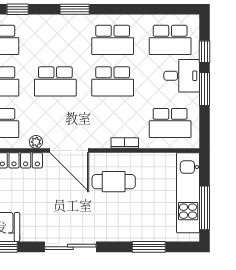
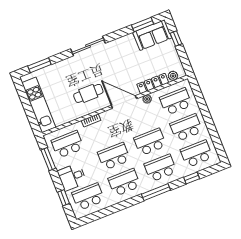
window: (75, 9) -> (156, 192), width x1.44
school desk: (55, 40) -> (160, 168), added
window: (205, 89) -> (48, 159), moved
window: (205, 208) -> (25, 100), removed
sliding door: (70, 247) -> (88, 46), moved
window: (149, 247) -> (39, 65), moved

